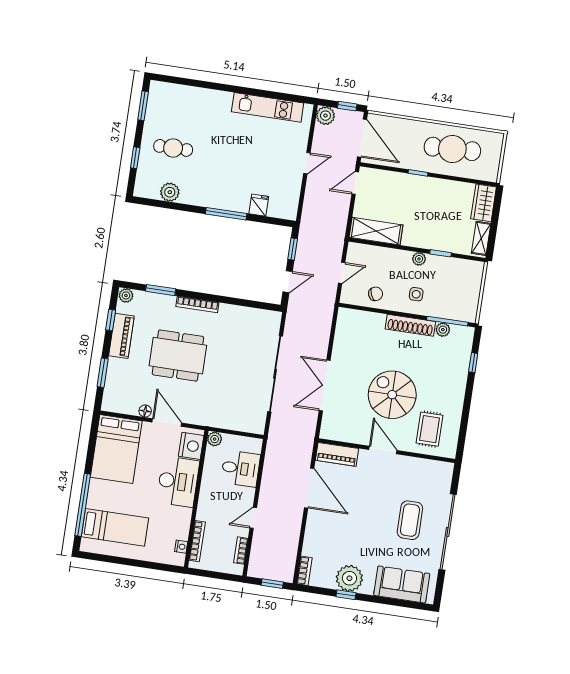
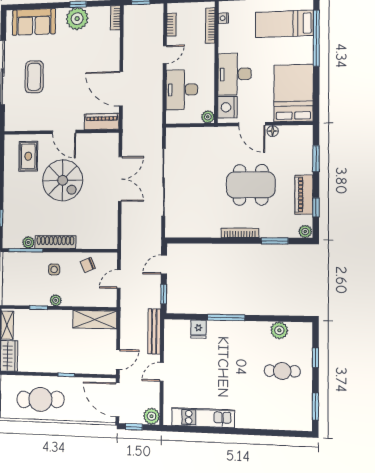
bench: (309, 209) -> (154, 331), added
desk: (240, 469) -> (182, 90), width x1.37

